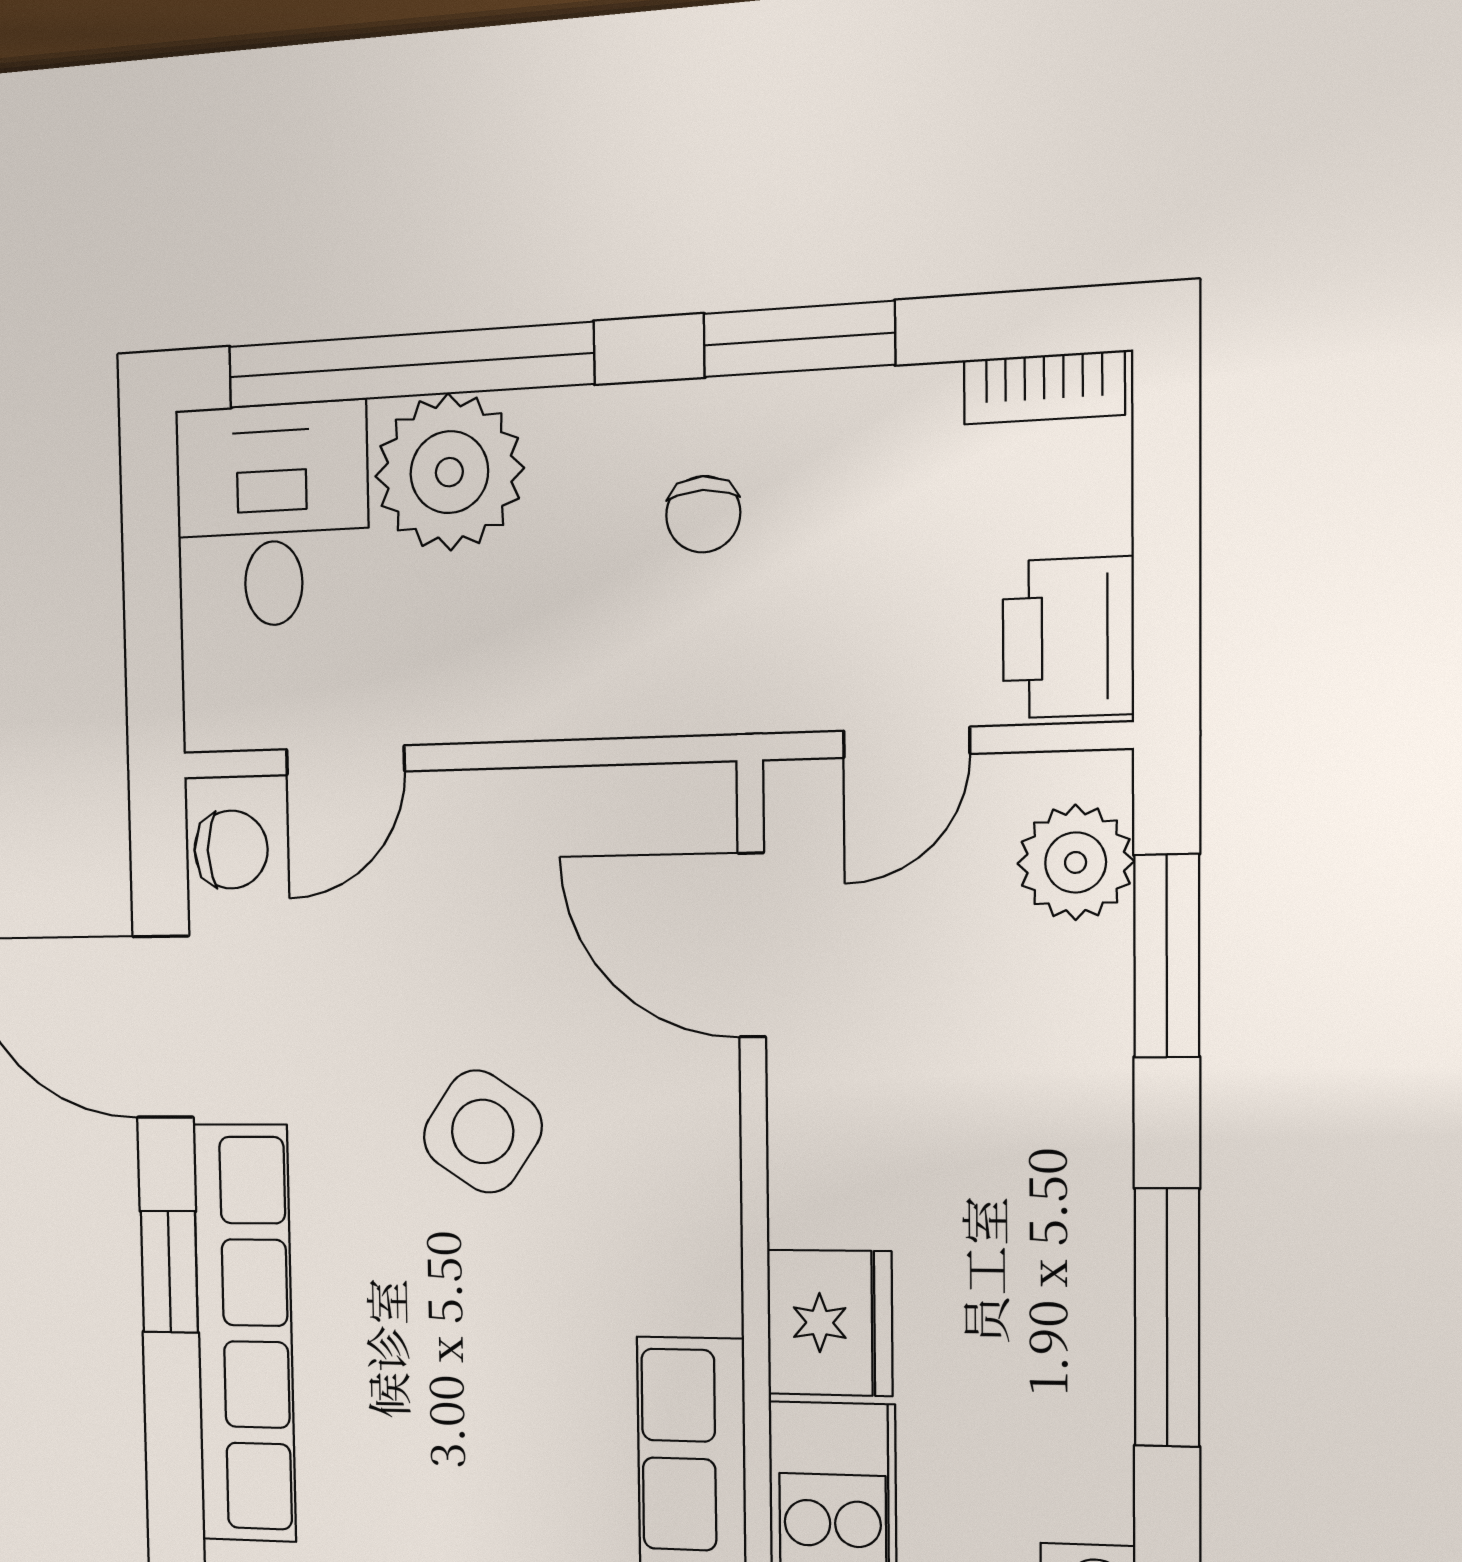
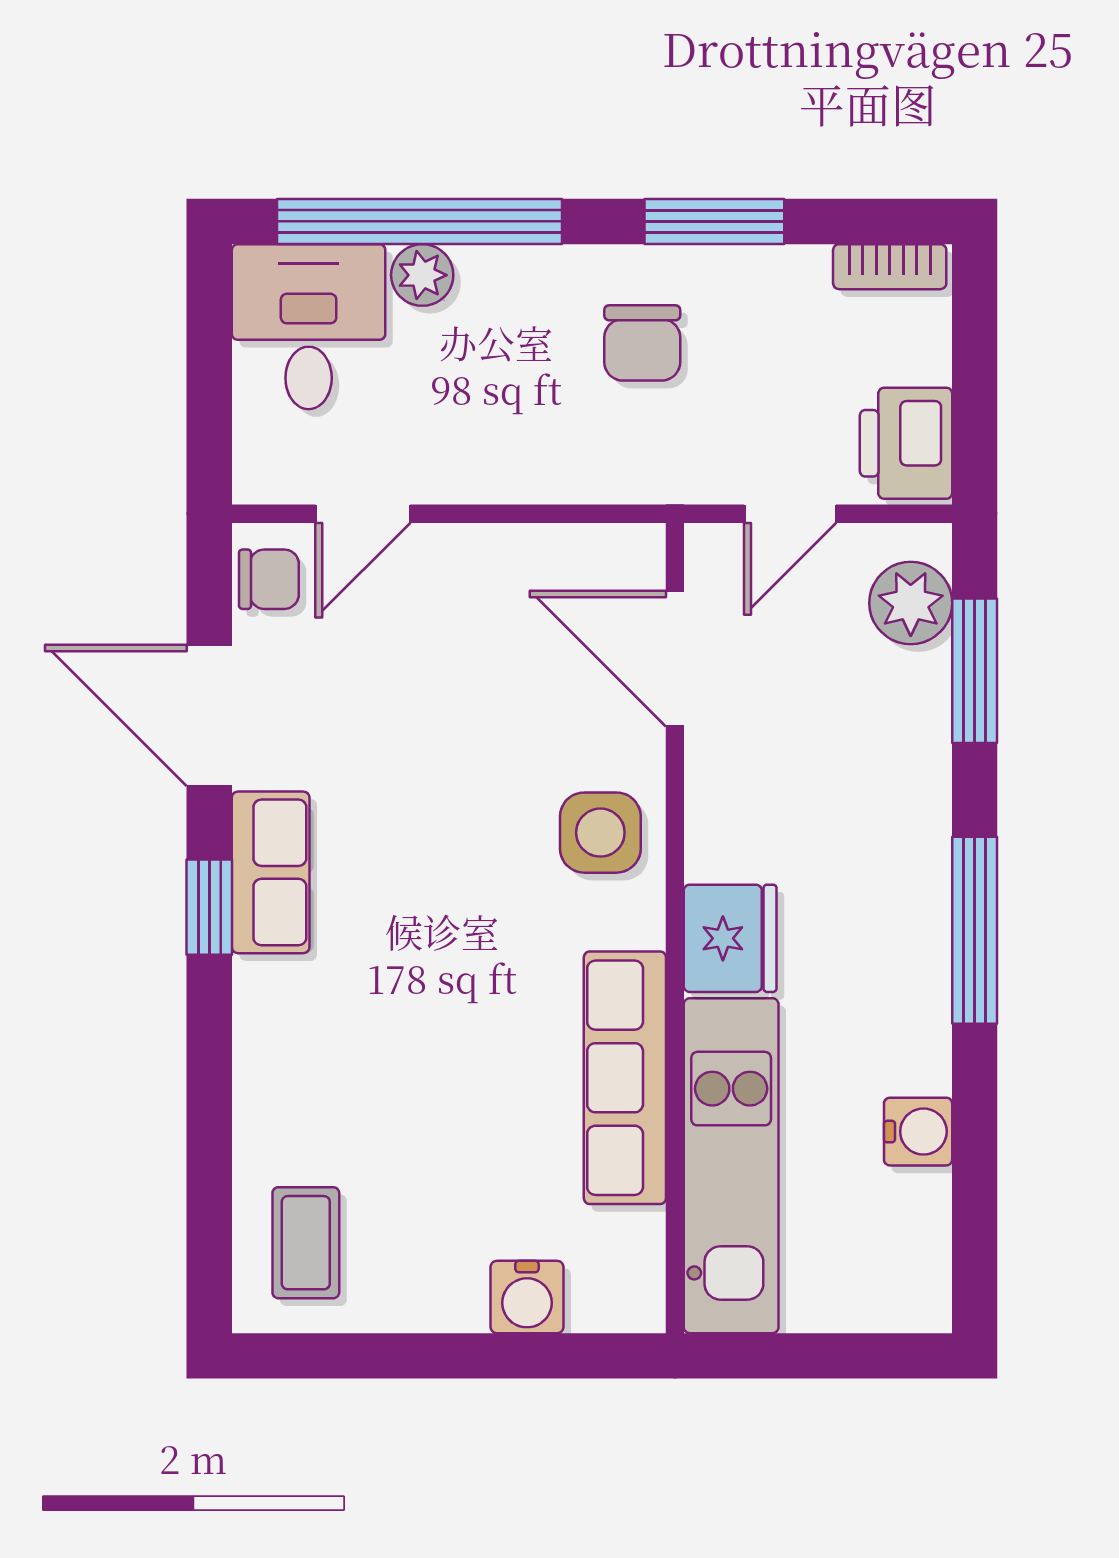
plant: (449, 472) -> (422, 275), width x0.53, depth x0.53
chair: (703, 514) -> (642, 343), width x1.37, depth x1.37
side table: (483, 1131) -> (600, 833), moved, turned -34
row of seats: (244, 1333) -> (271, 872), width x0.50

